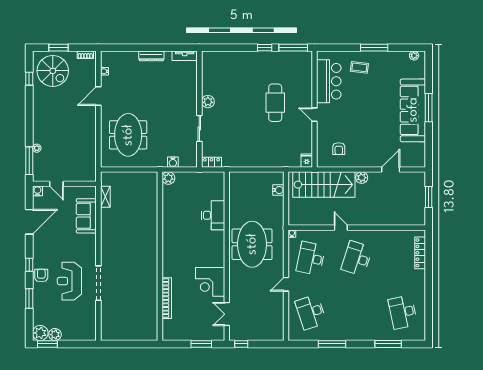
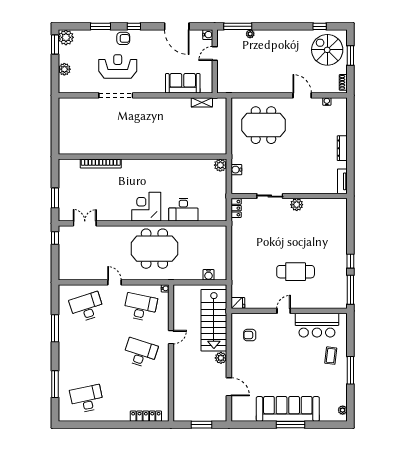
spiral stairs: (53, 71) -> (327, 50), turned 90
corner desk: (210, 282) -> (146, 207), moved
plant: (55, 335) -> (64, 69), moved

